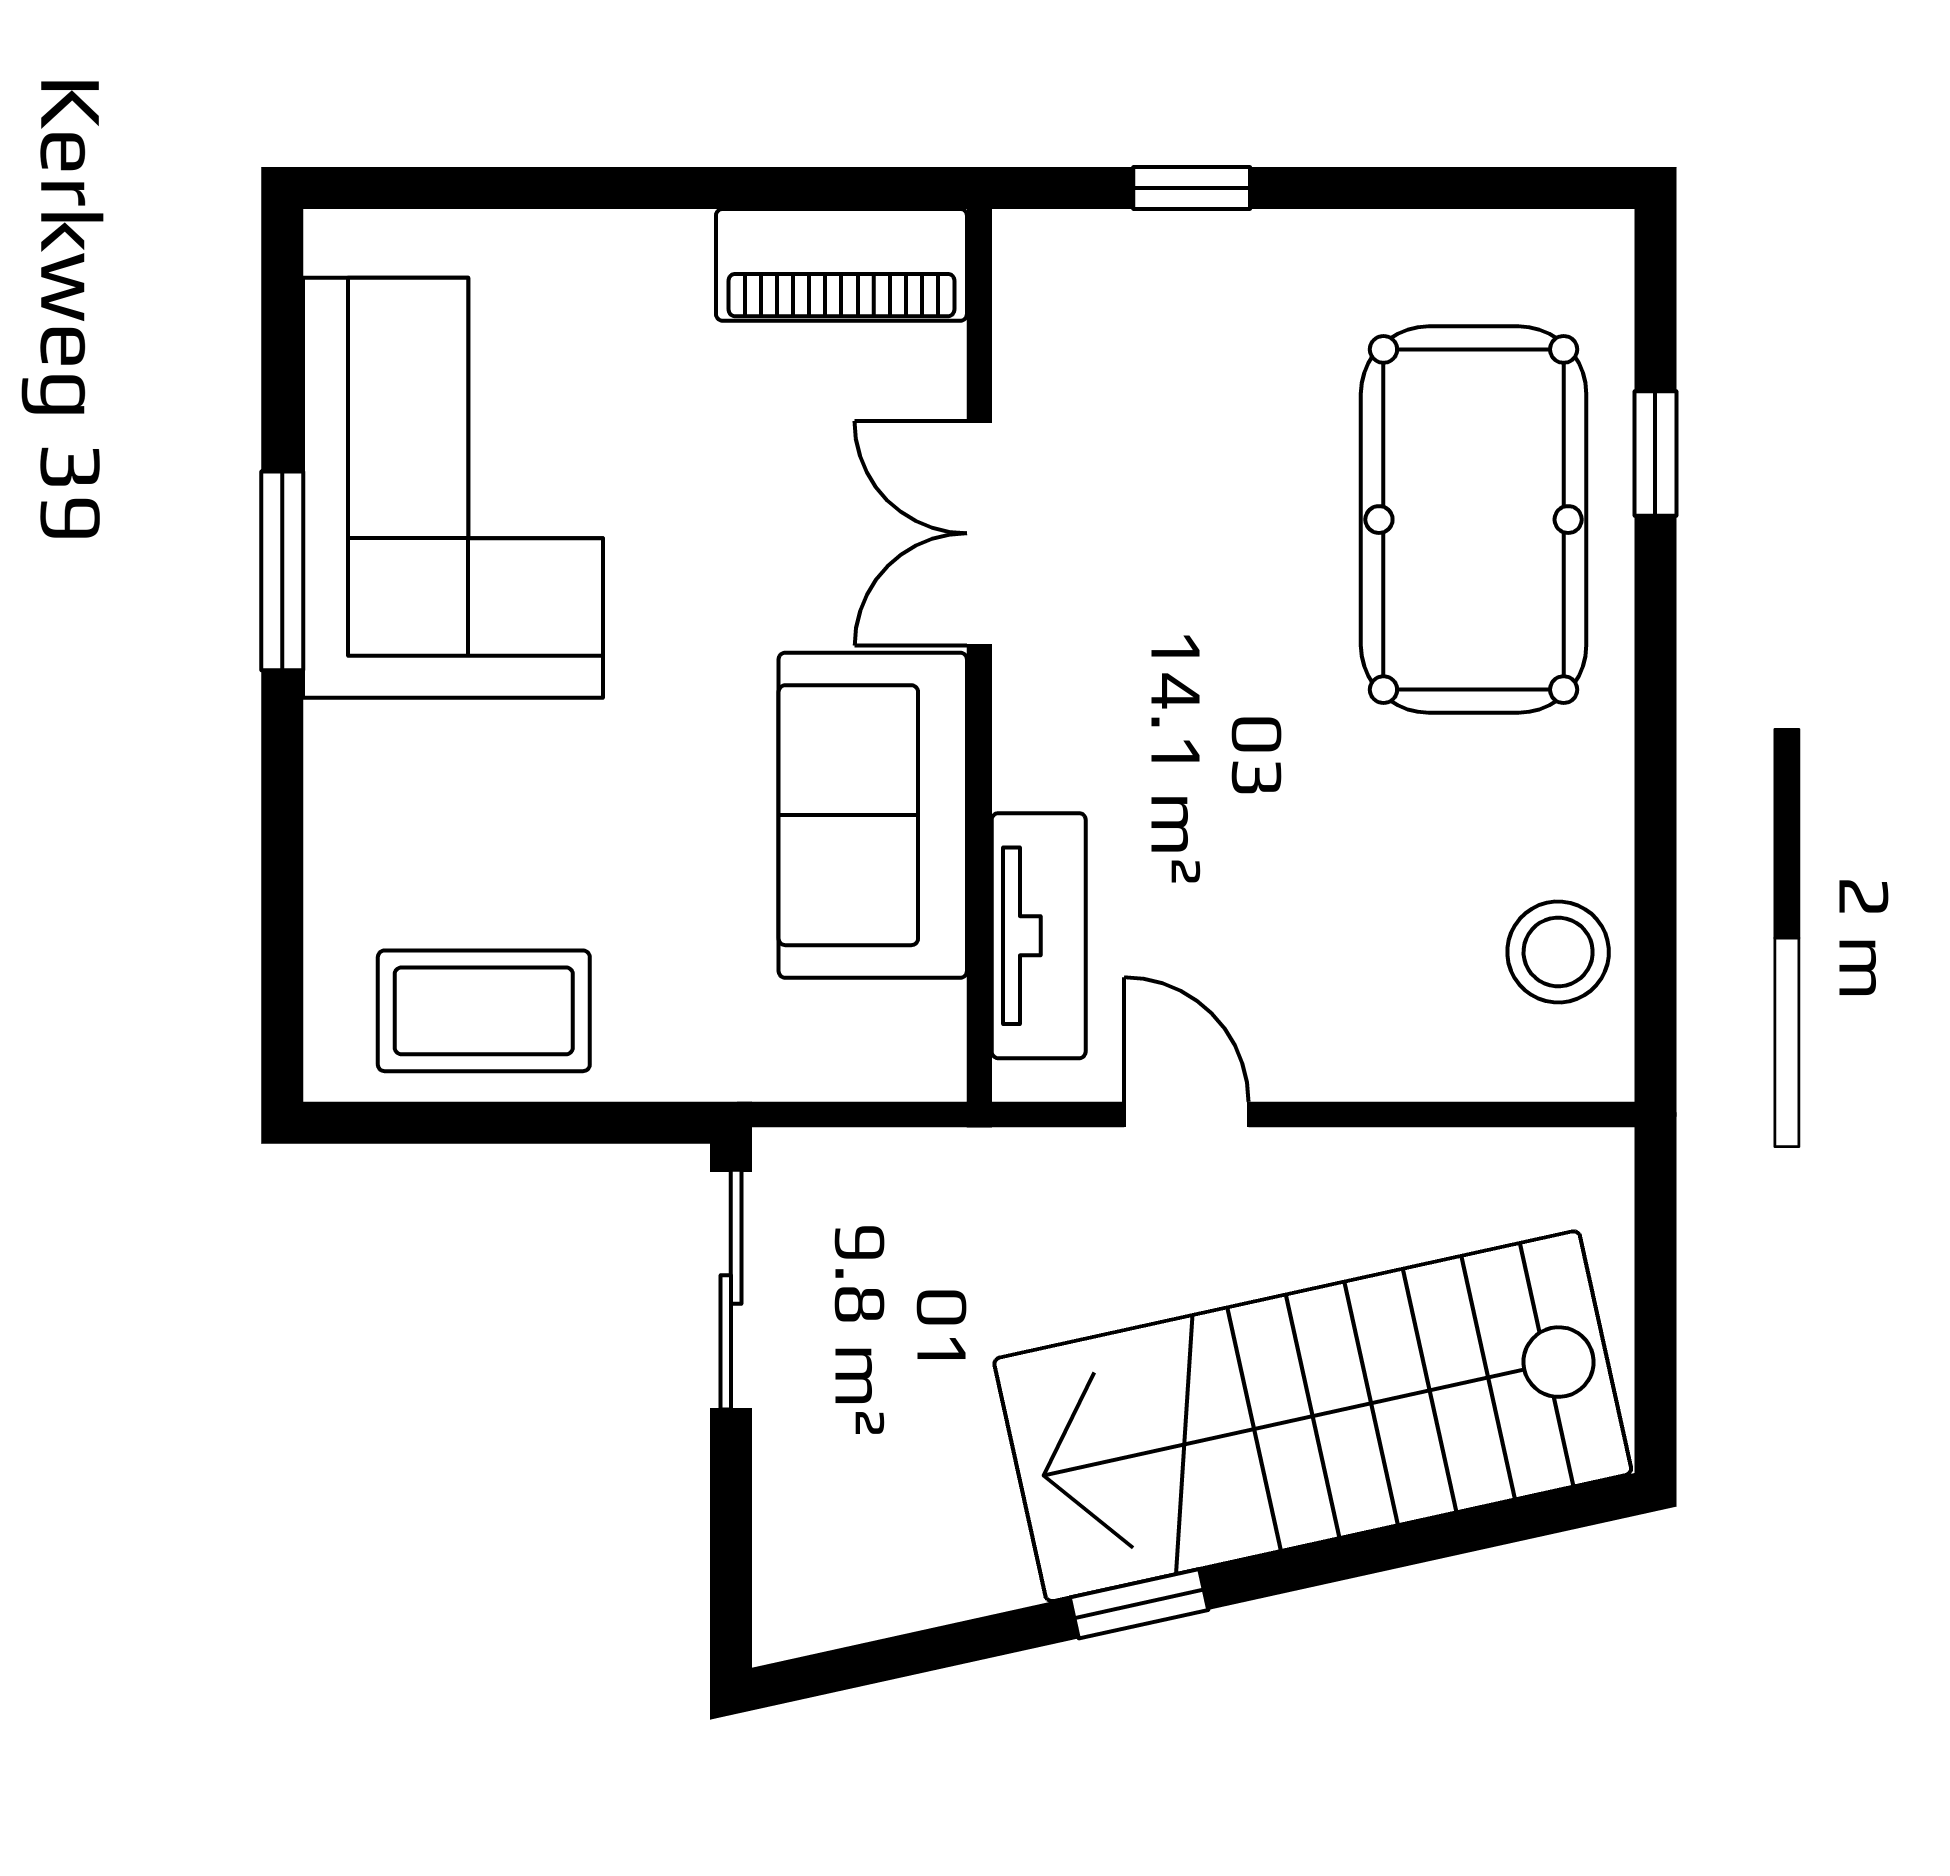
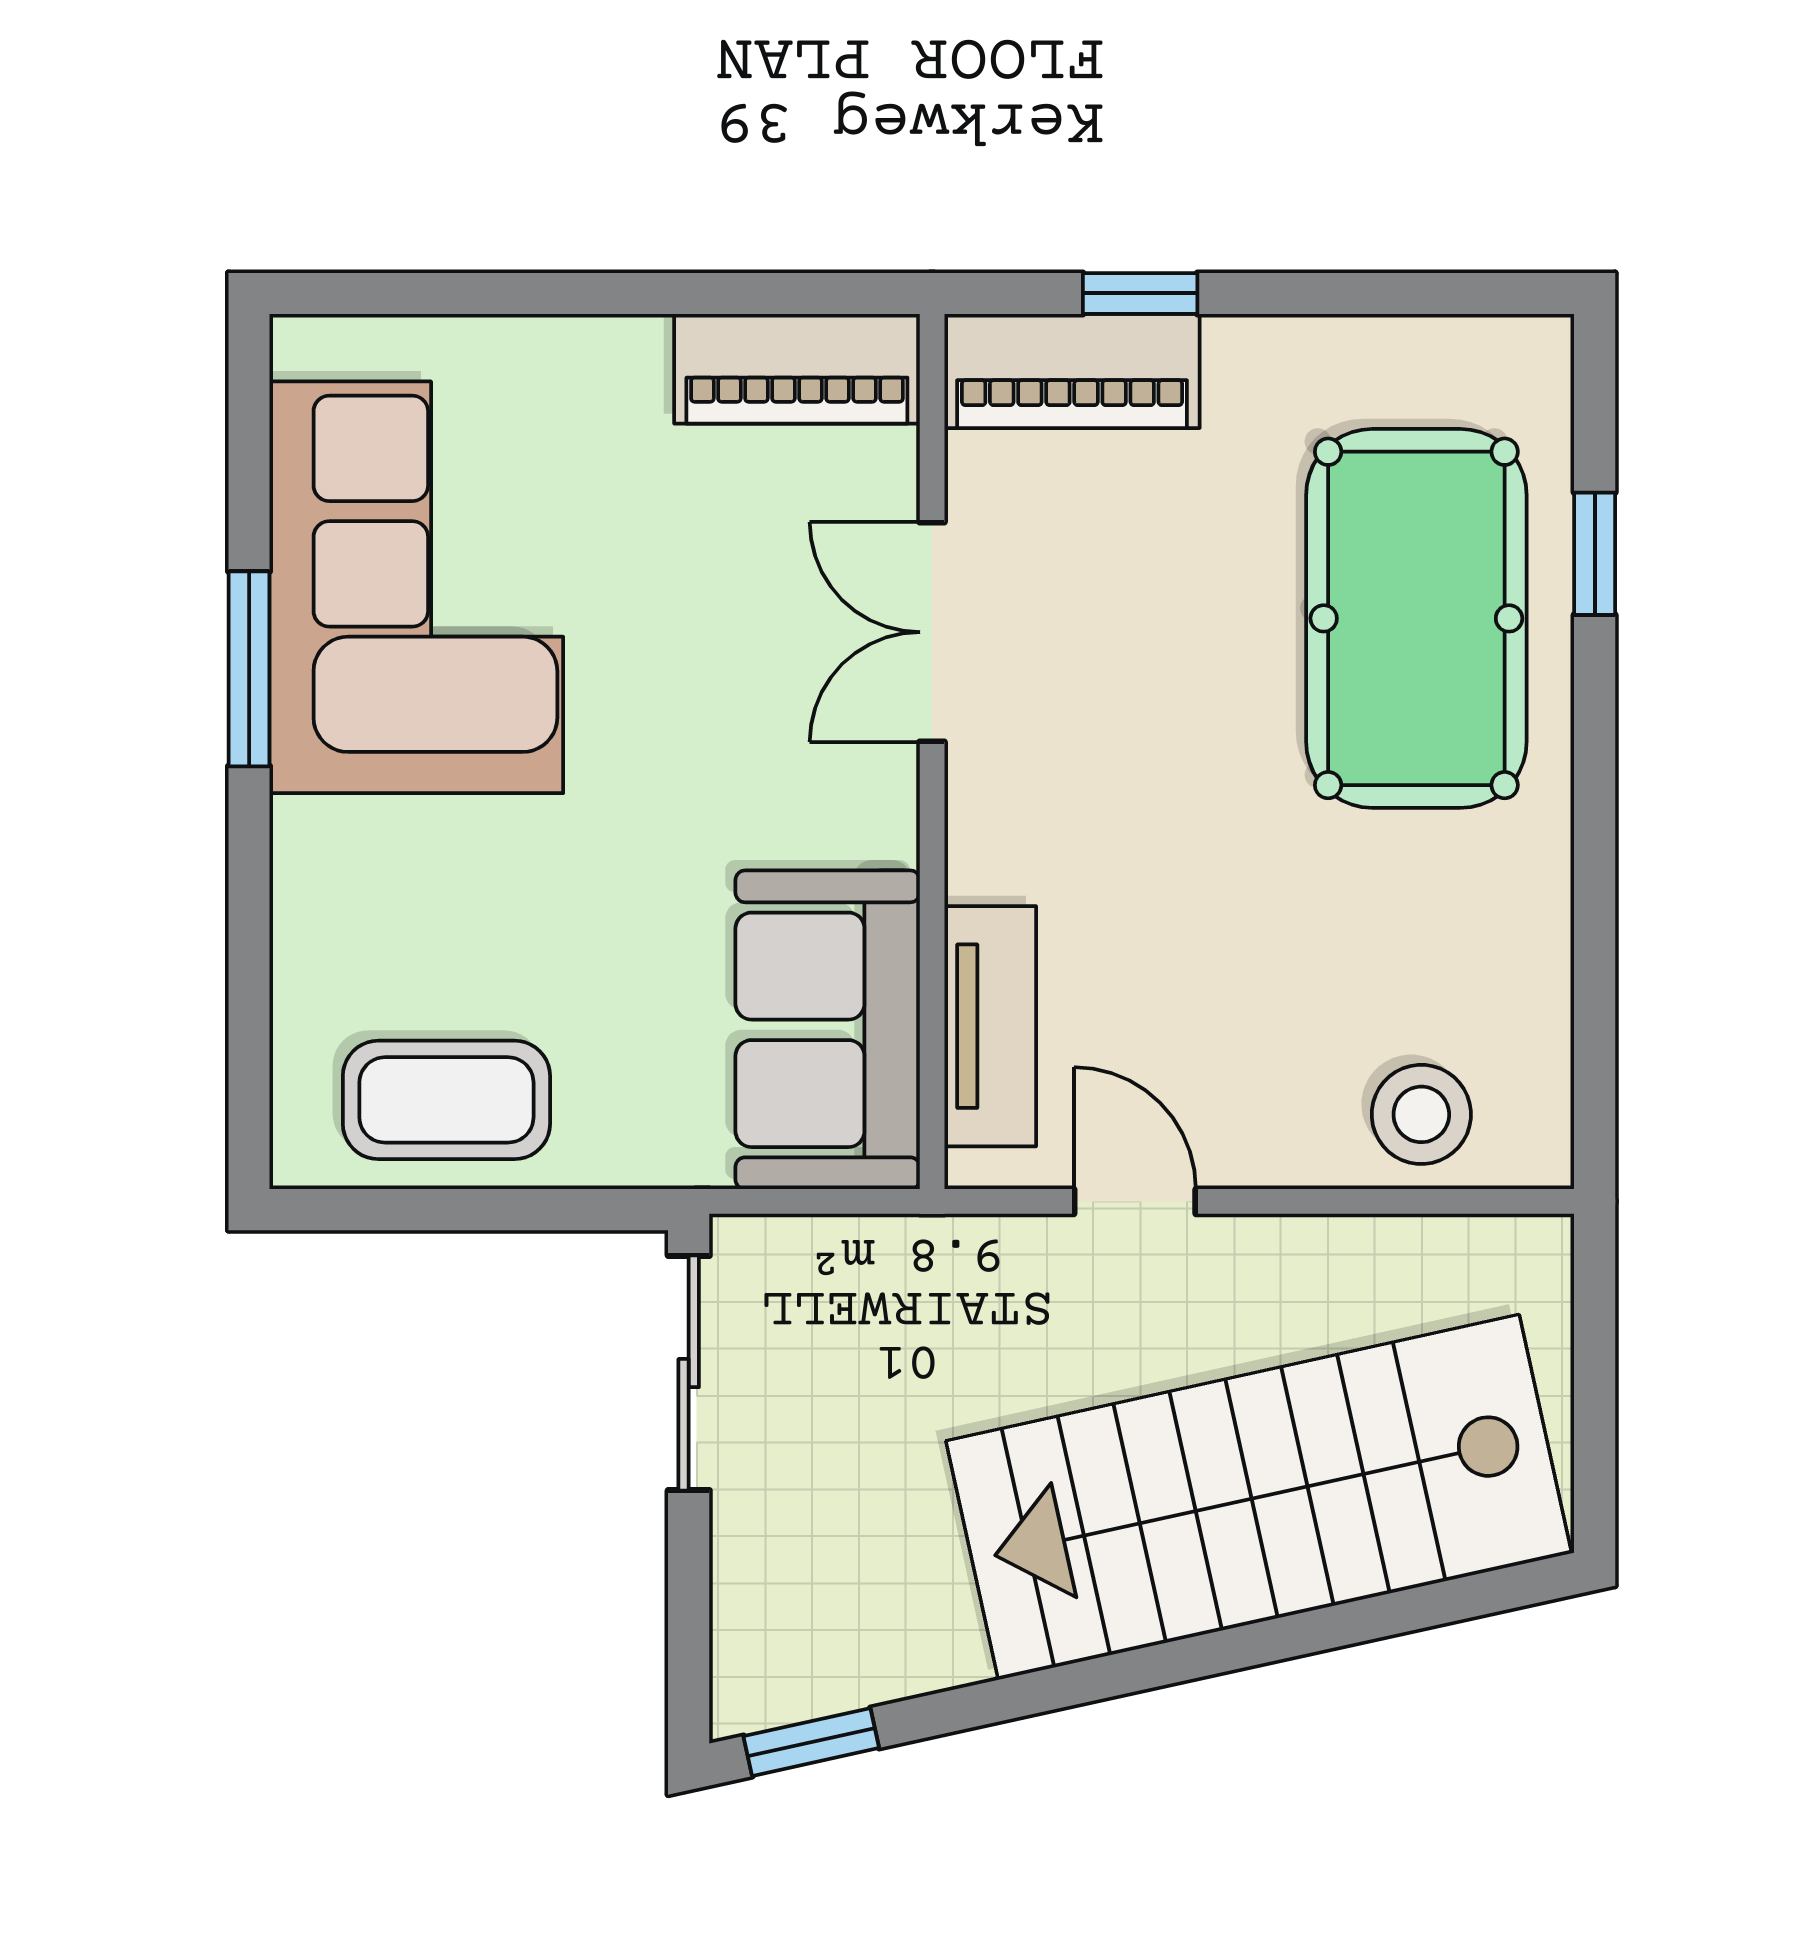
piano: (1122, 267) -> (1072, 371), added
sofa: (873, 815) -> (828, 1030), moved
stool: (1558, 952) -> (1421, 1114), moved
window: (1139, 1604) -> (811, 1742), moved

